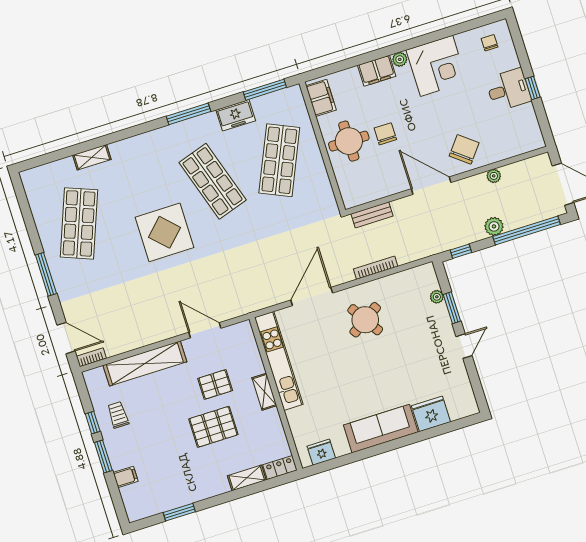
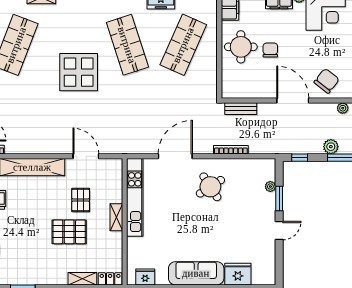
pallet: (215, 384) -> (81, 200), turned 90

